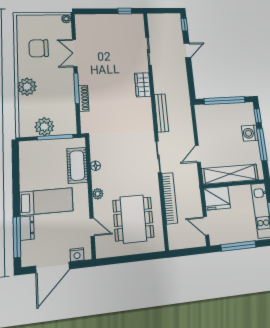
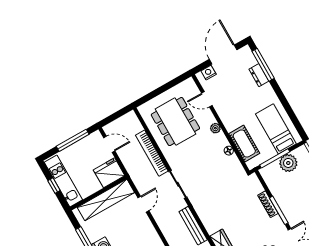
bed: (46, 202) -> (276, 129), moved, turned 90

